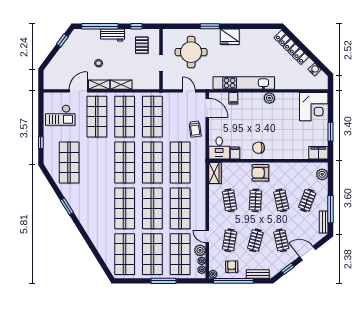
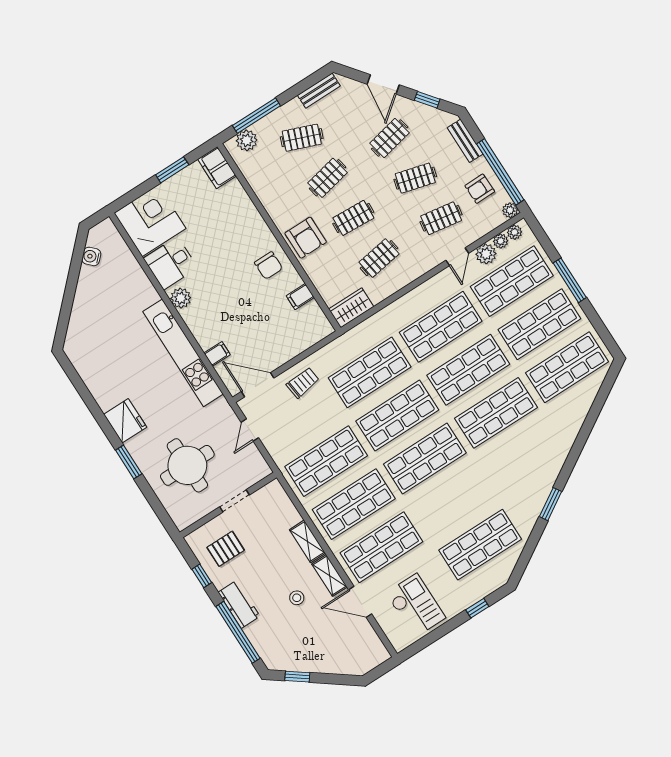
locker: (291, 47) -> (80, 315), removed
door: (207, 108) -> (258, 385), hinge flipped
desk: (219, 148) -> (171, 263), moved, turned 180
window: (330, 209) -> (256, 116), moved

